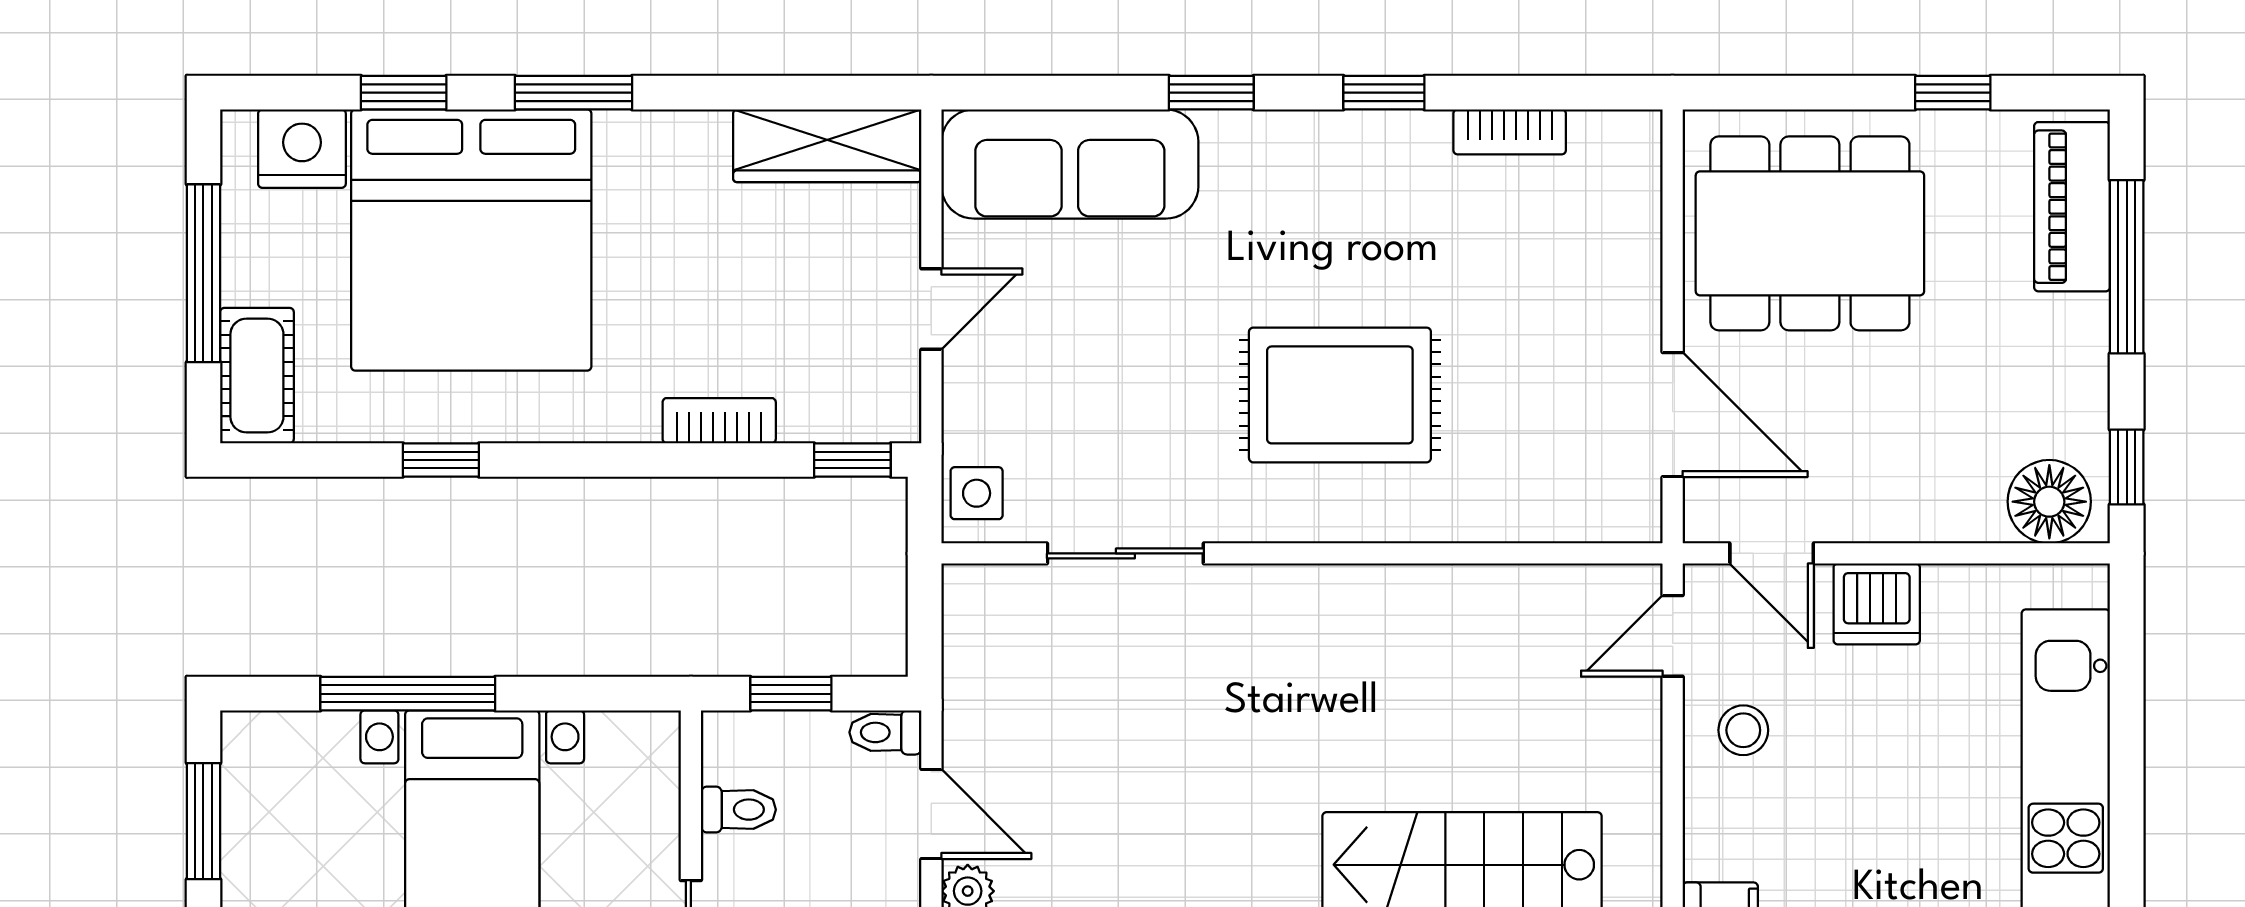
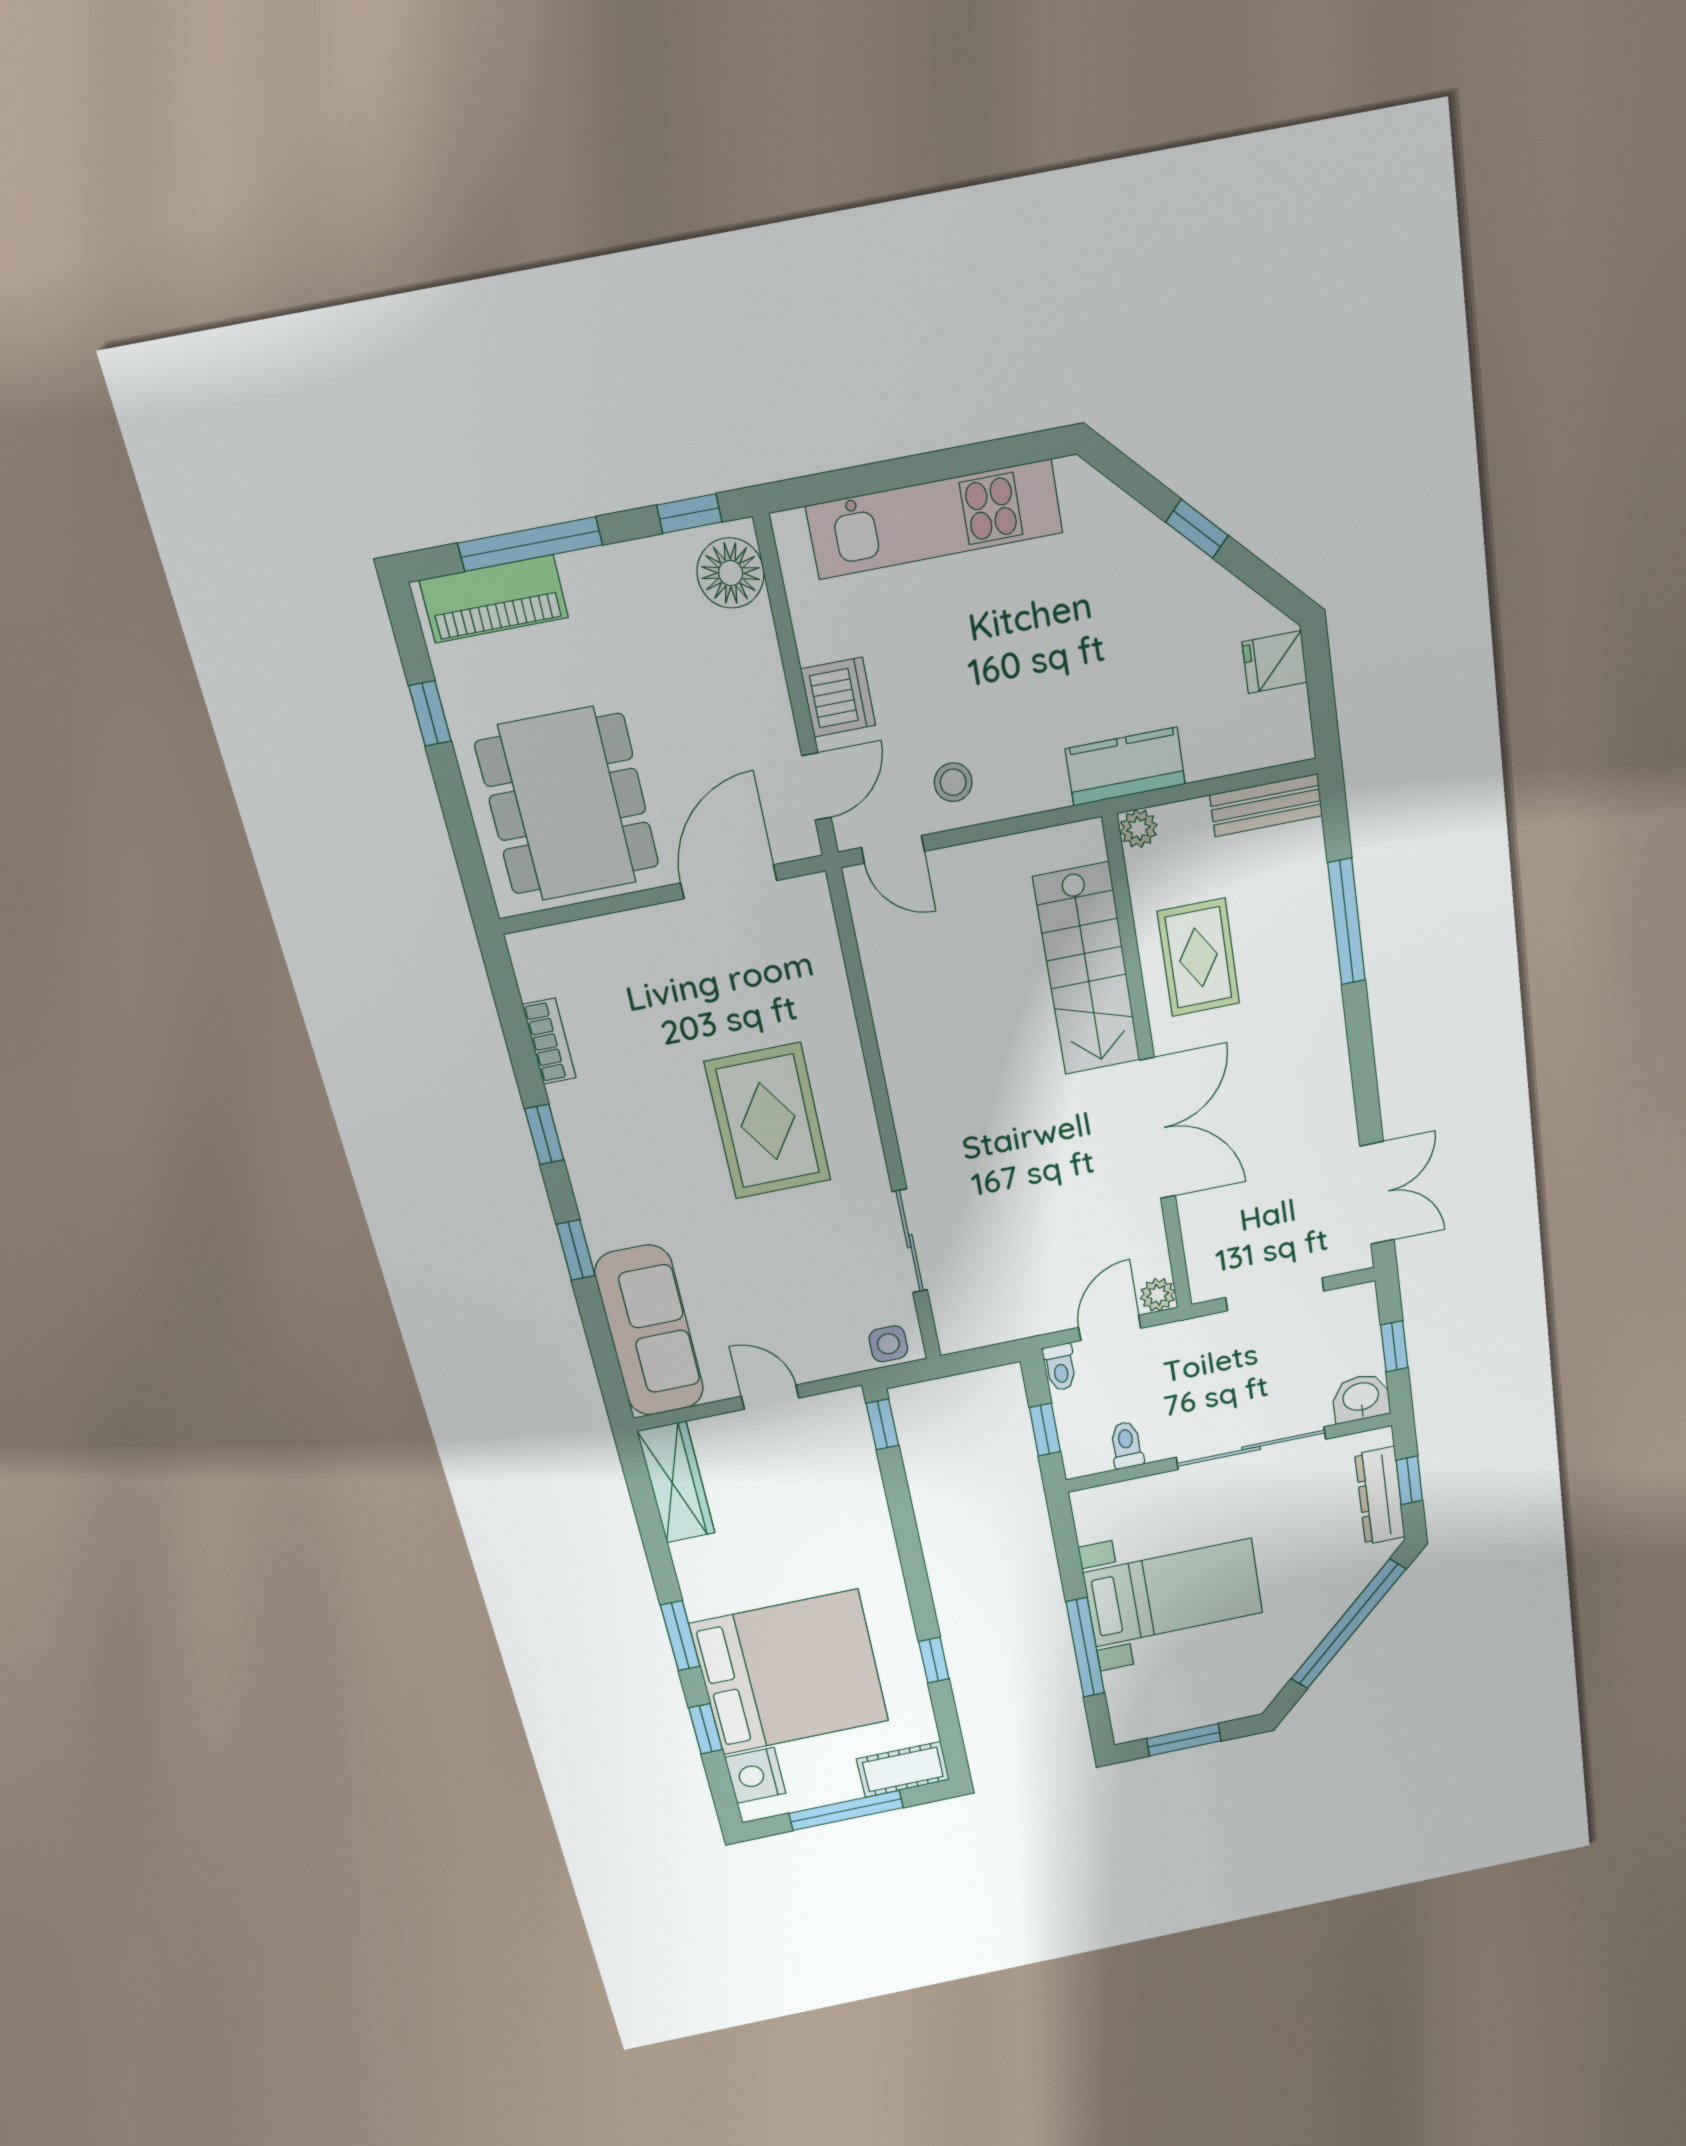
bookcase: (719, 421) -> (874, 1509), removed

